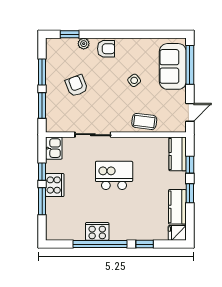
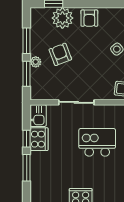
plant: (84, 44) -> (62, 18), width x1.88, depth x1.88
armchair: (106, 49) -> (89, 18), turned 90
plant: (51, 93) -> (36, 62), added
cooker: (55, 185) -> (39, 139), moved

